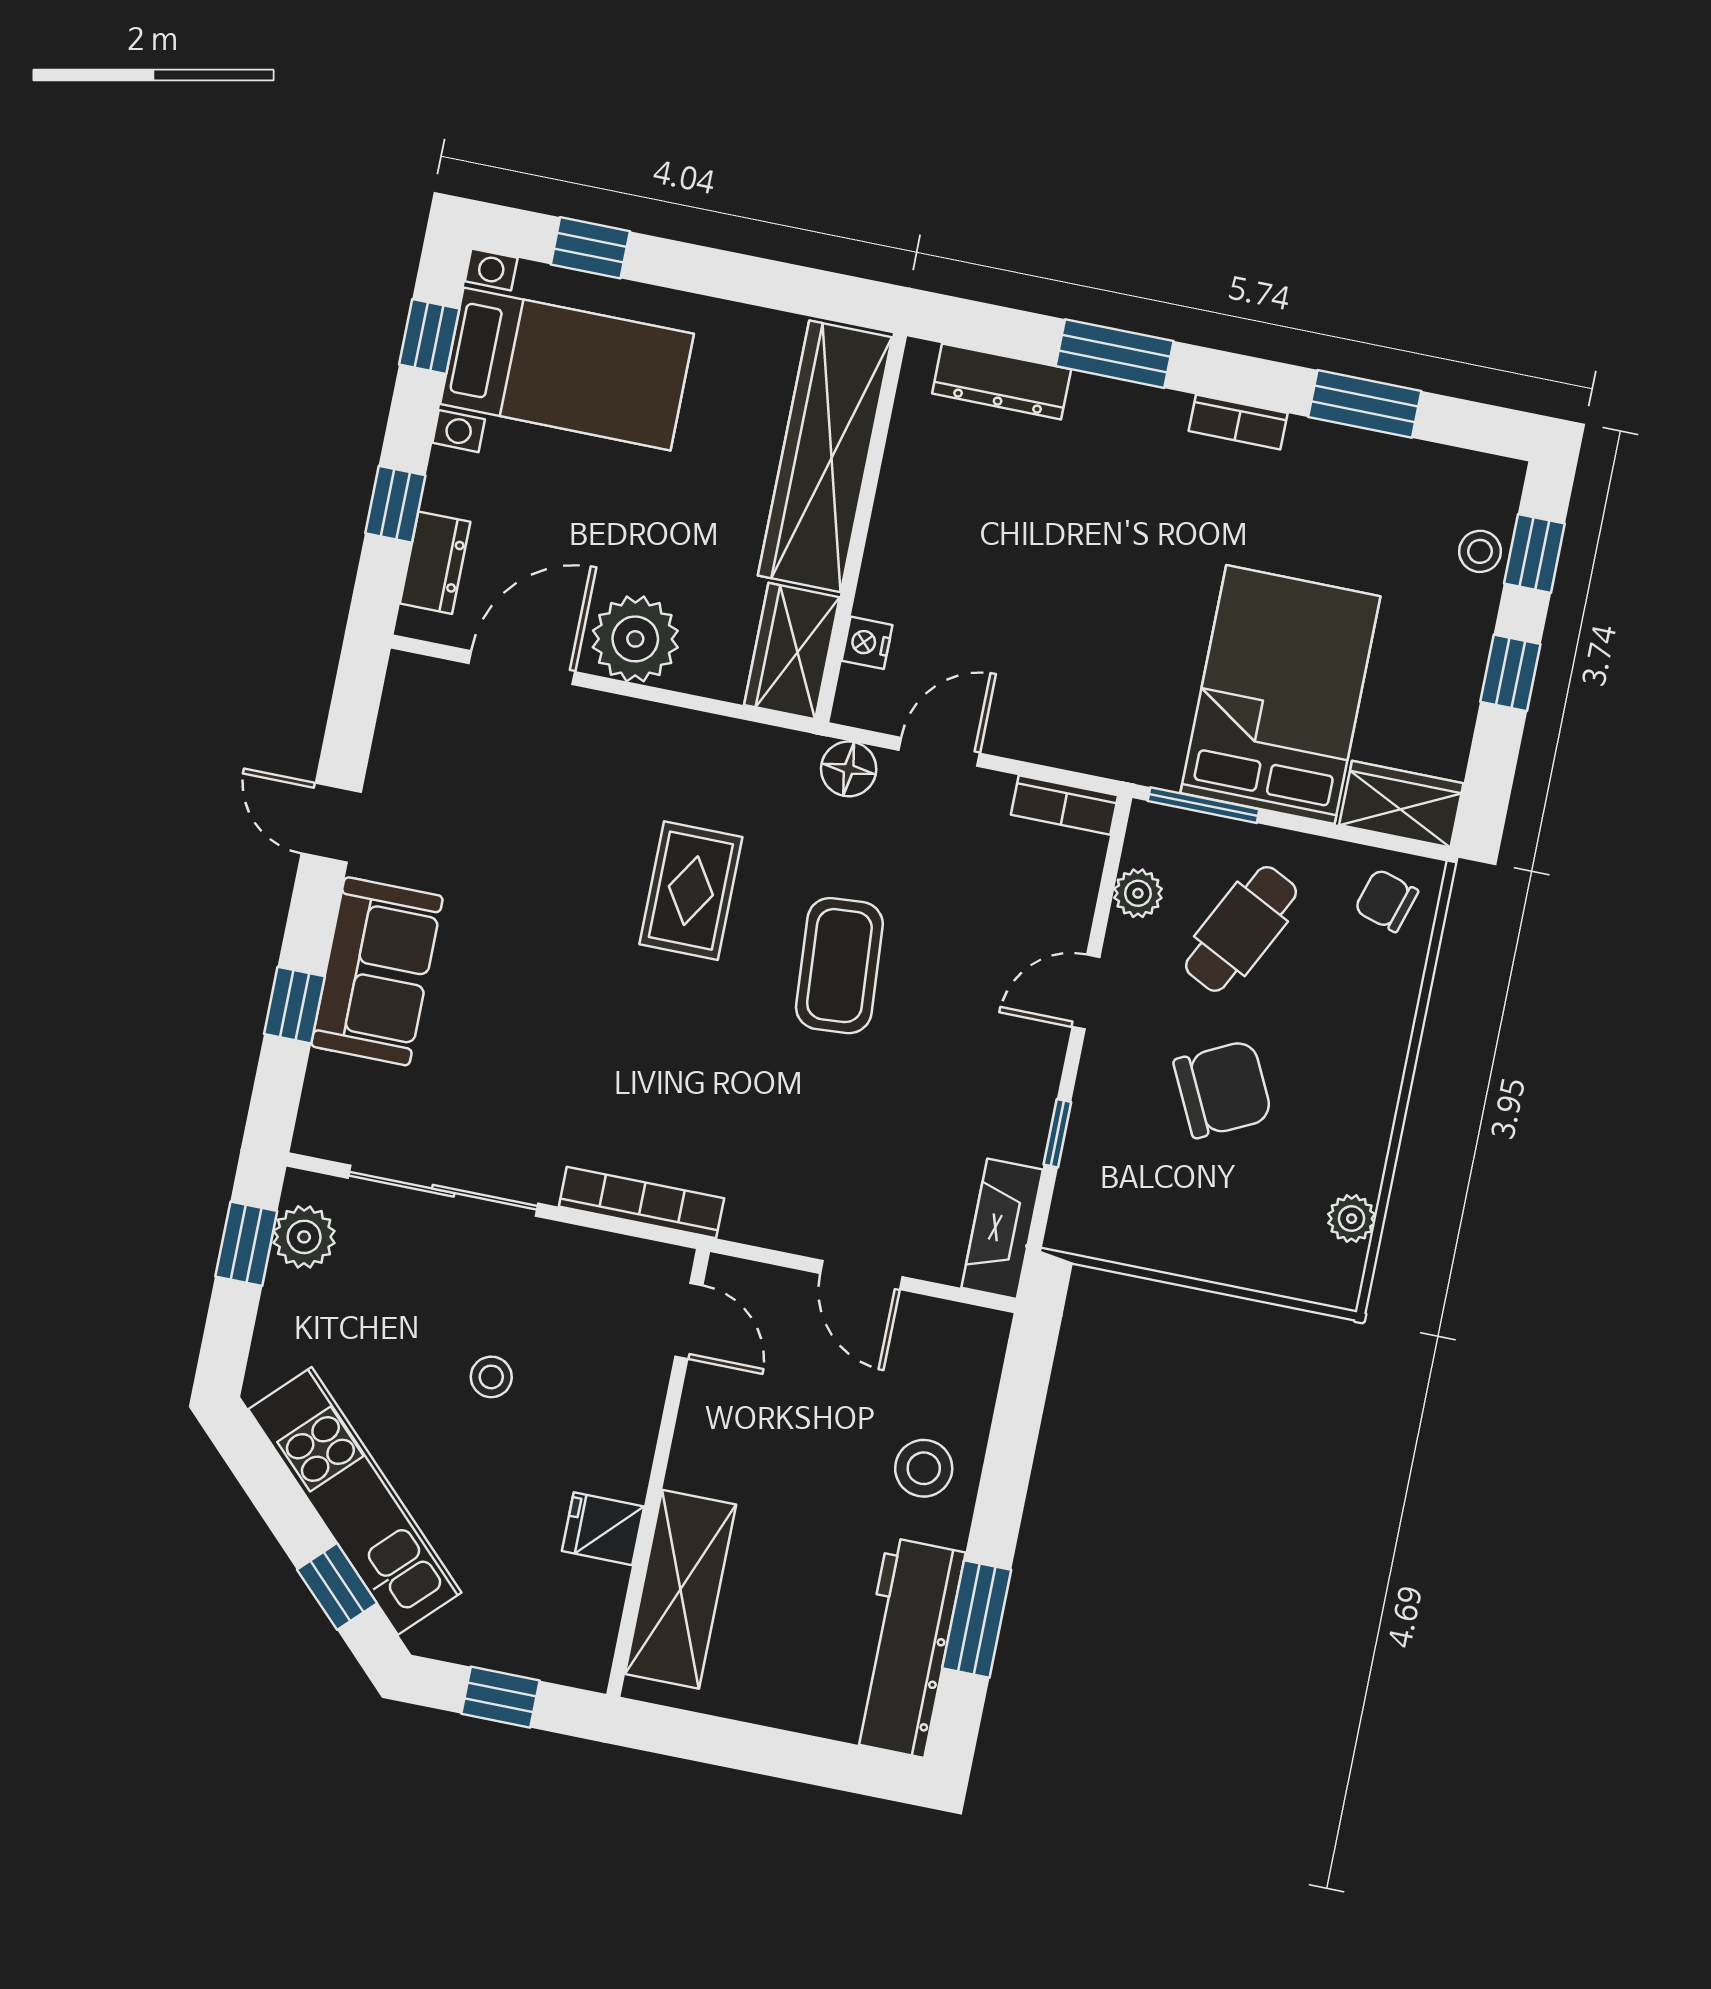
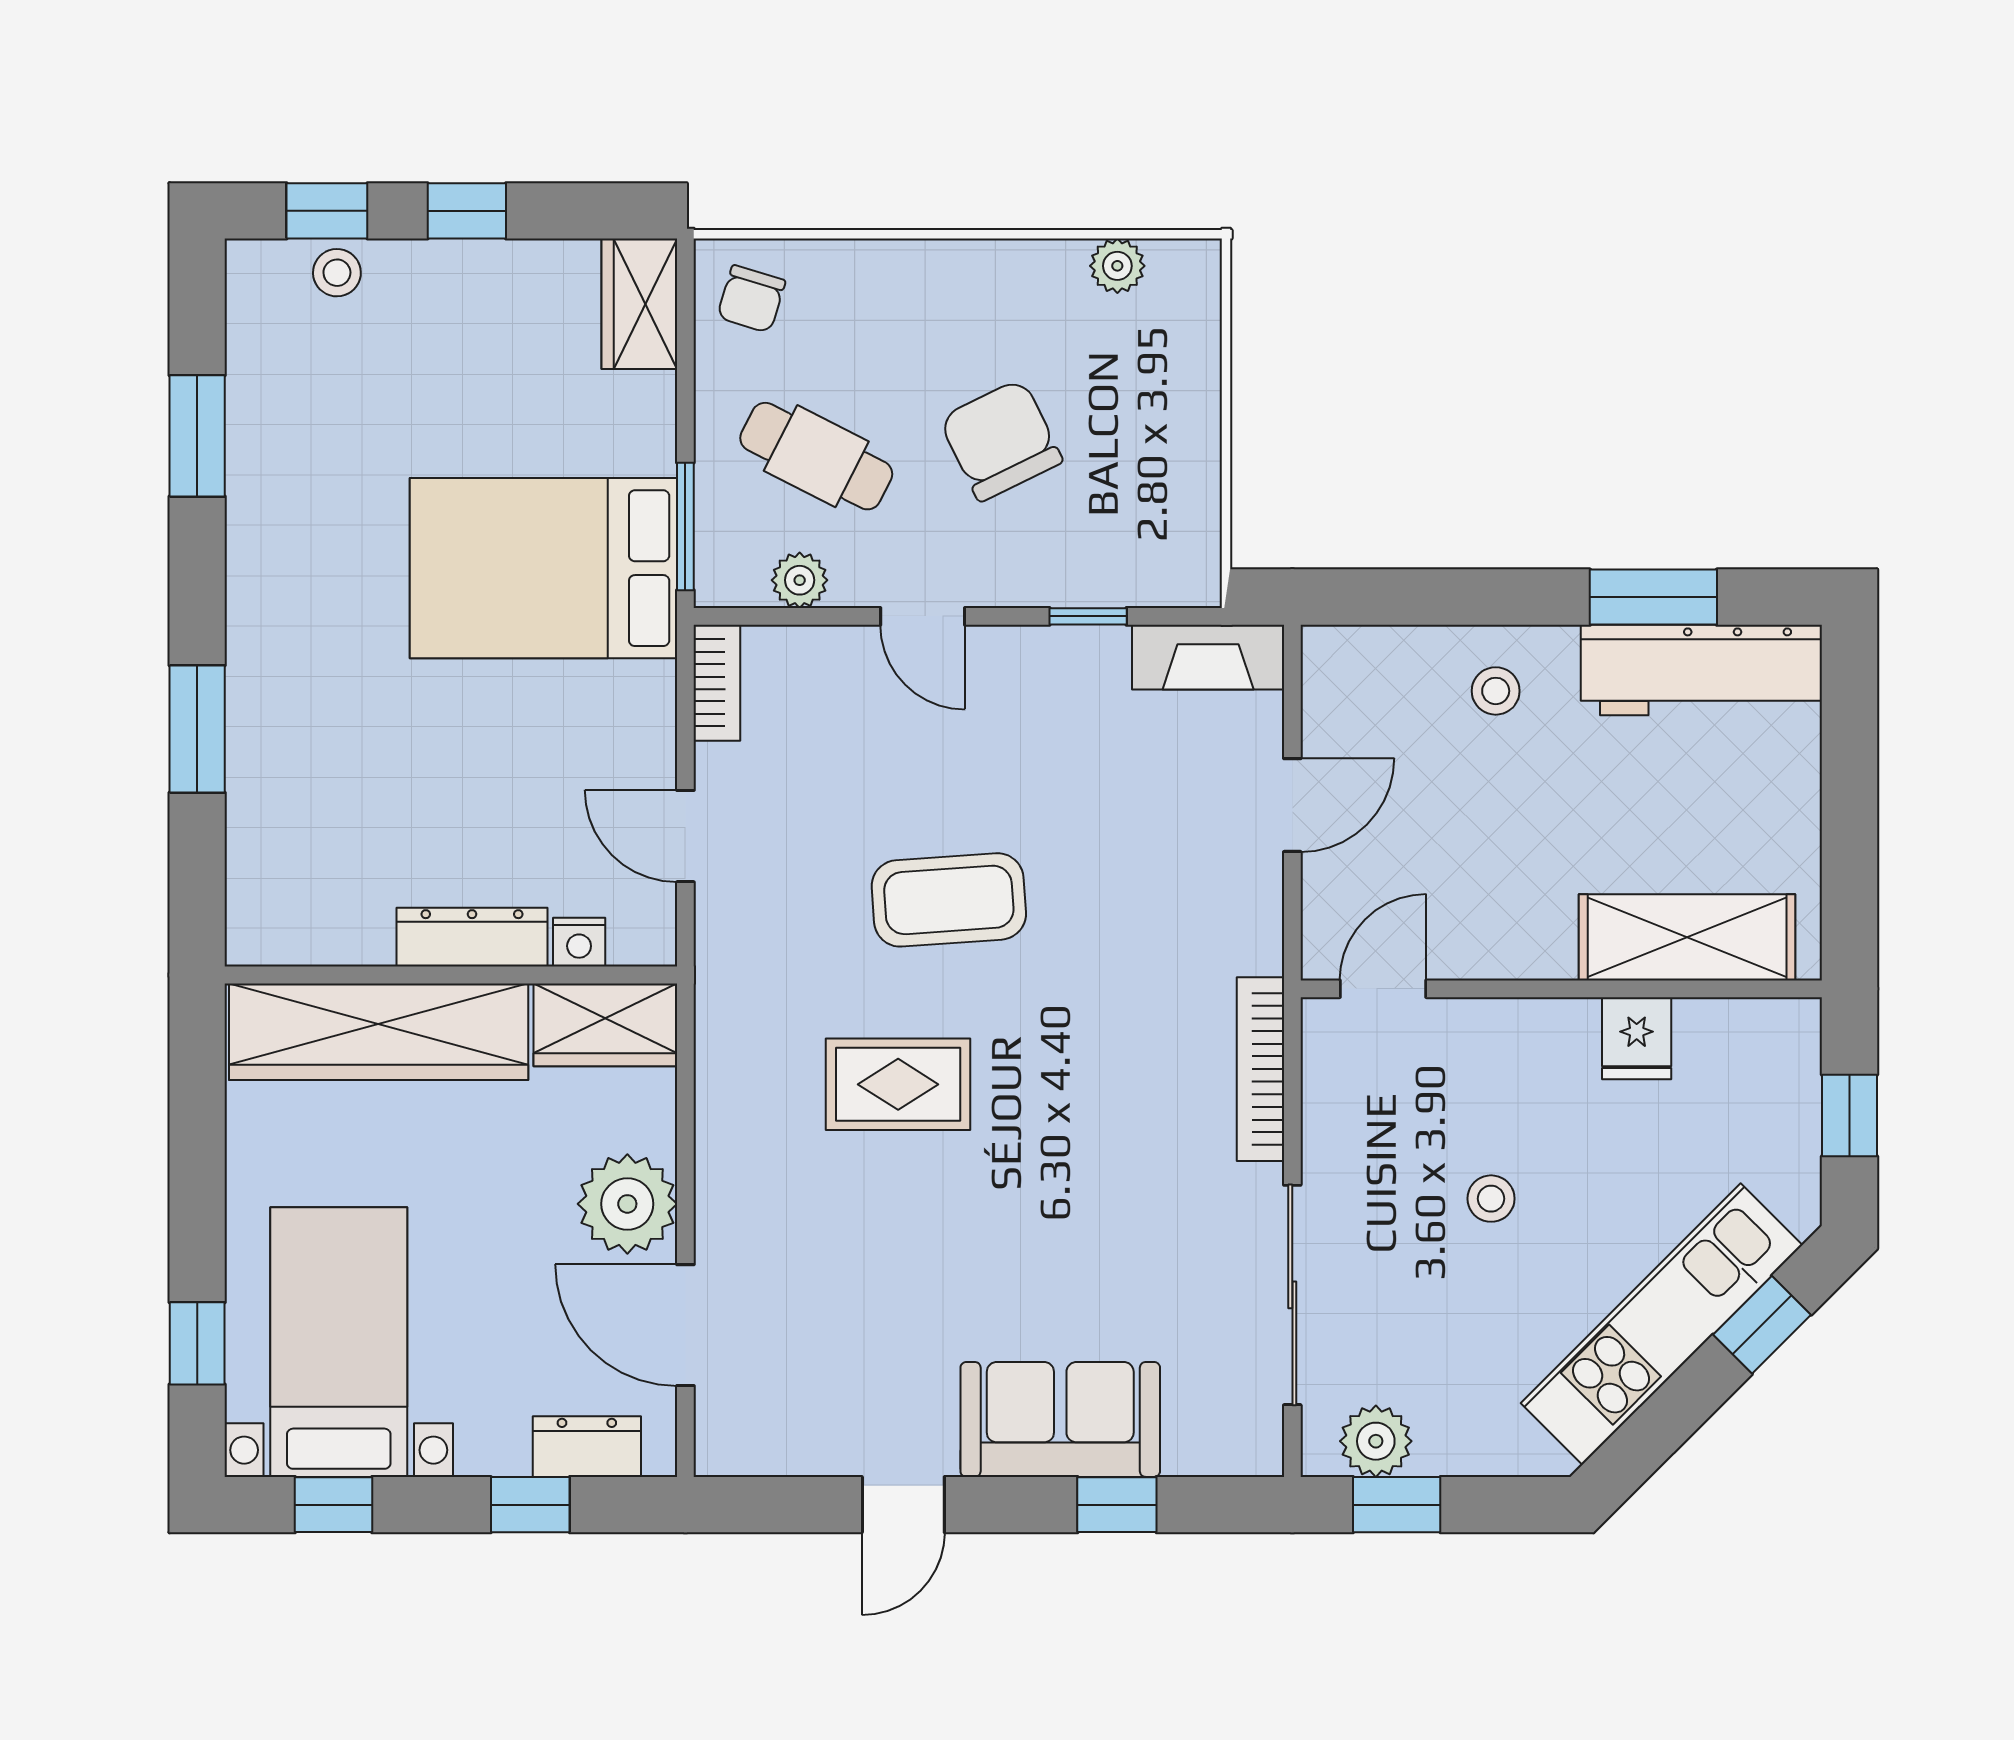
dresser: (1002, 381) -> (472, 937), moved, turned -90
bookcase: (1238, 422) -> (246, 574), removed
bed: (1280, 695) -> (543, 568), moved
floor lamp: (849, 769) -> (725, 934), removed
stool: (924, 1468) -> (1496, 691), width x0.73, depth x0.73

